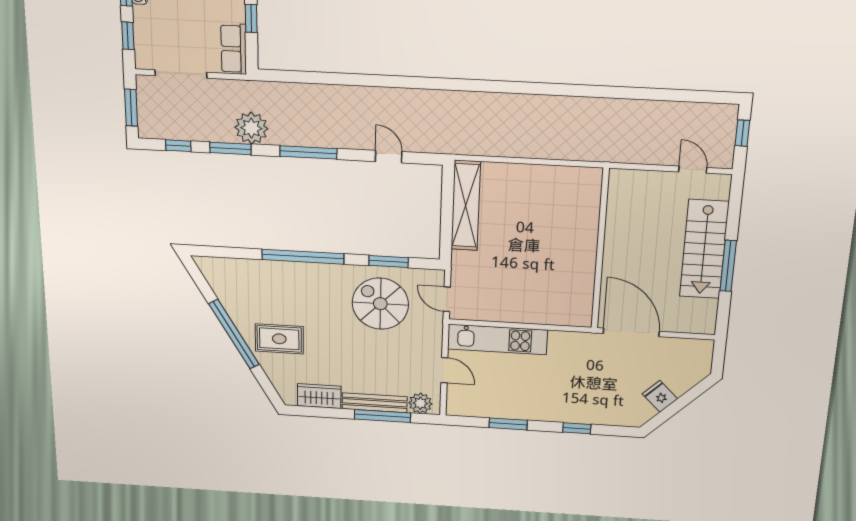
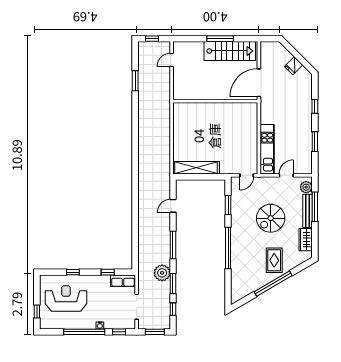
window: (655, 94) -> (135, 81), added
stairs: (704, 249) -> (230, 51), moved
spiral stairs: (380, 304) -> (271, 218), moved

